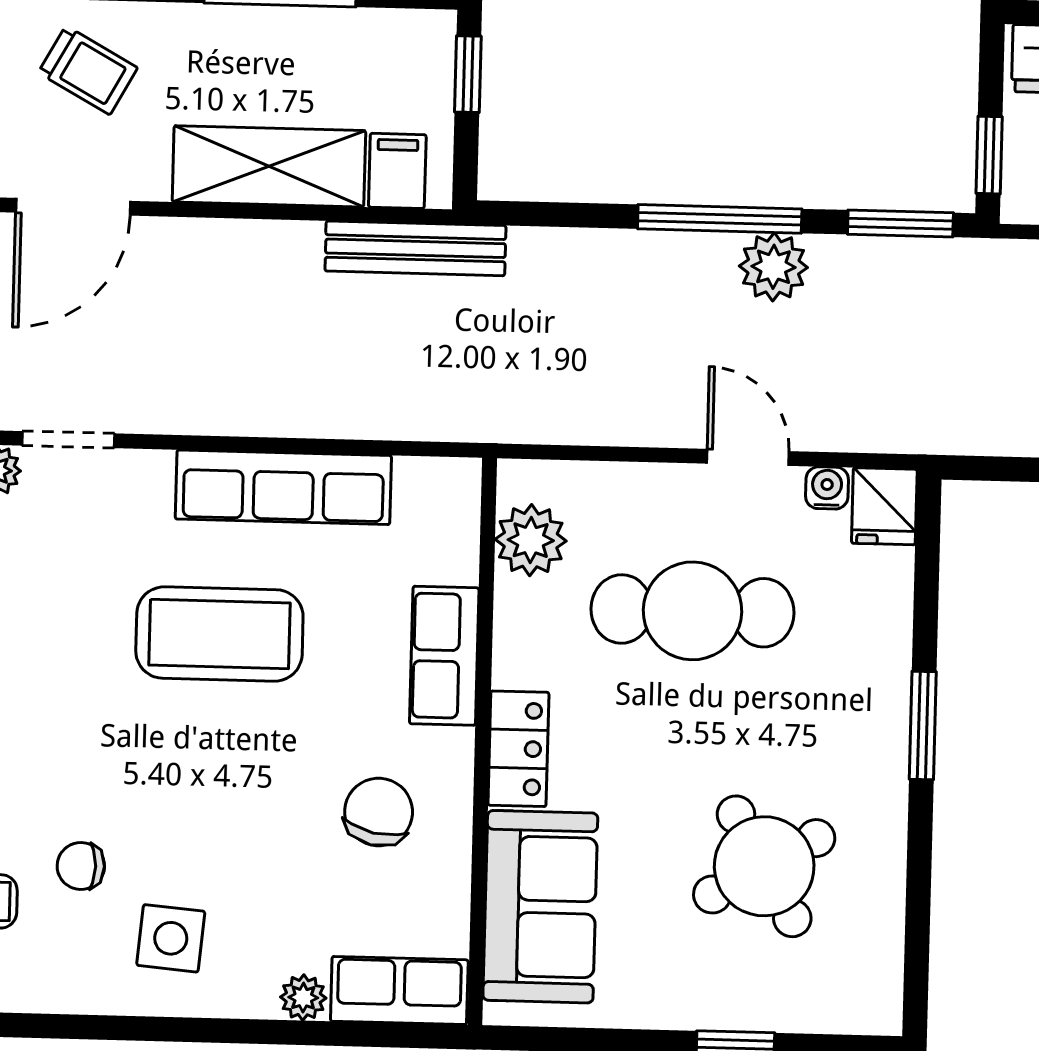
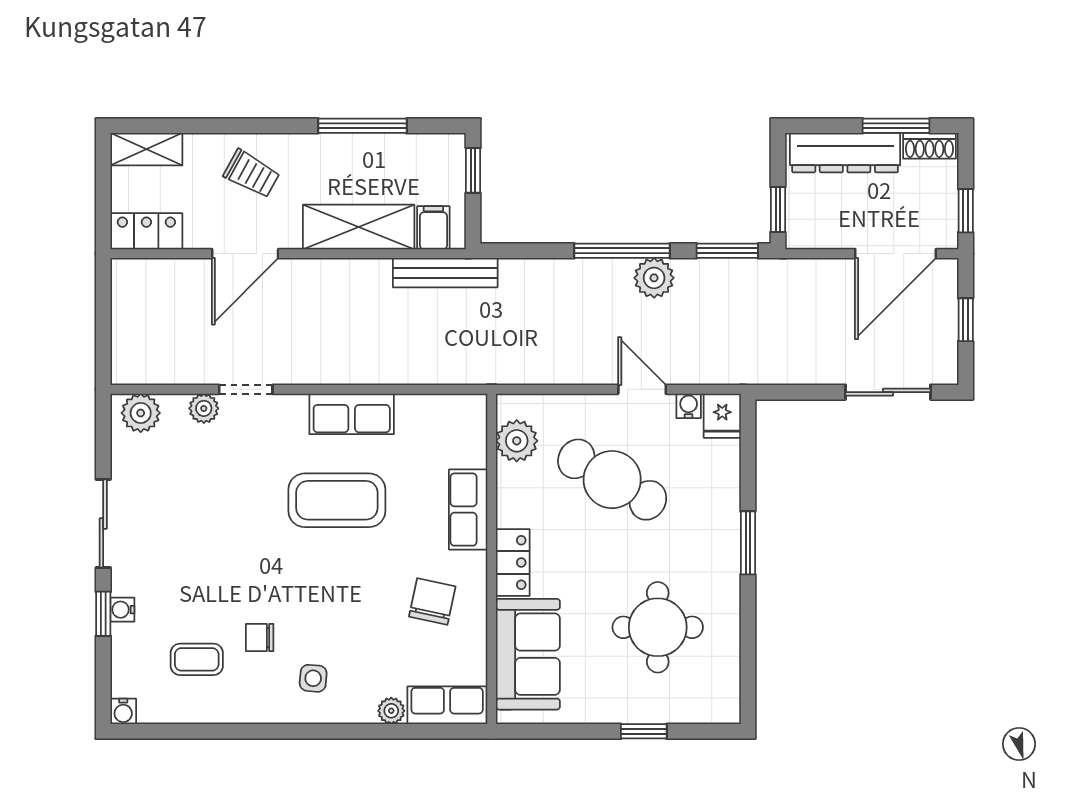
row of seats: (283, 487) -> (352, 414), width x0.68
cafe table: (693, 611) -> (612, 480), turned 30
round table: (764, 866) -> (658, 627), turned 30
side table: (171, 938) -> (313, 678), width x0.73, depth x0.73

